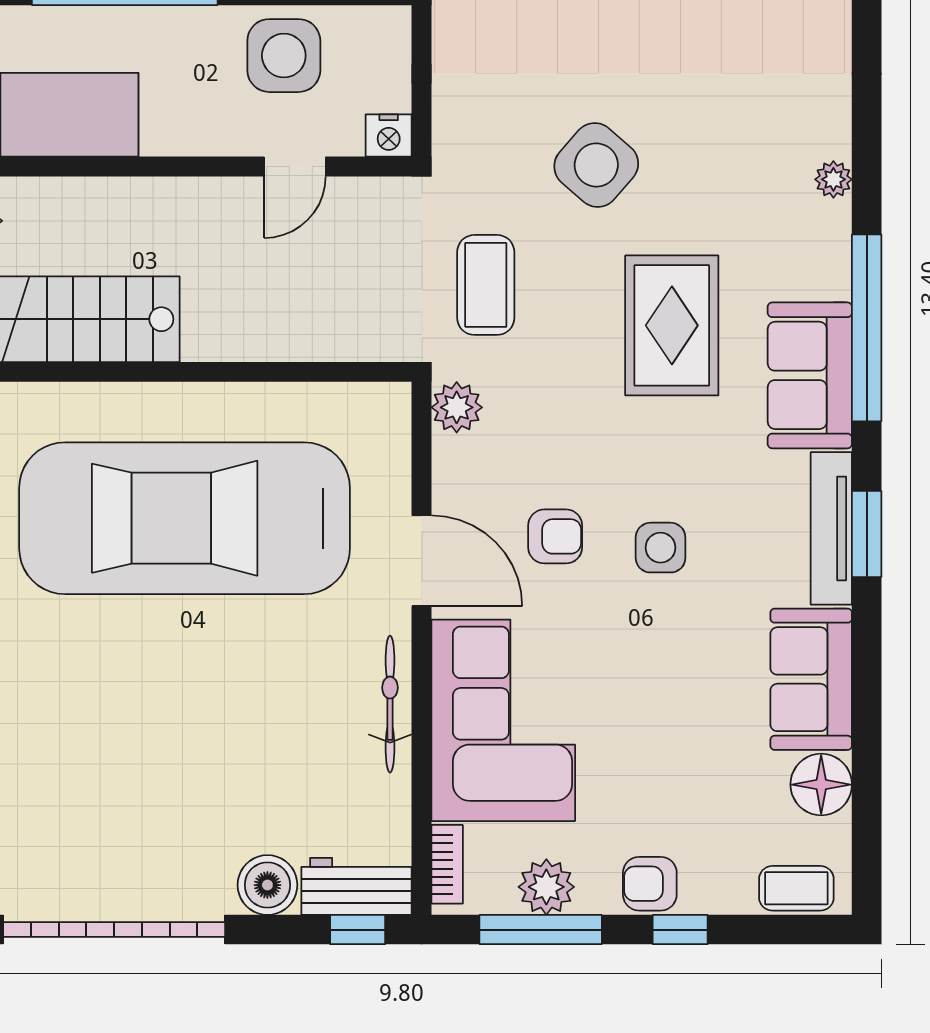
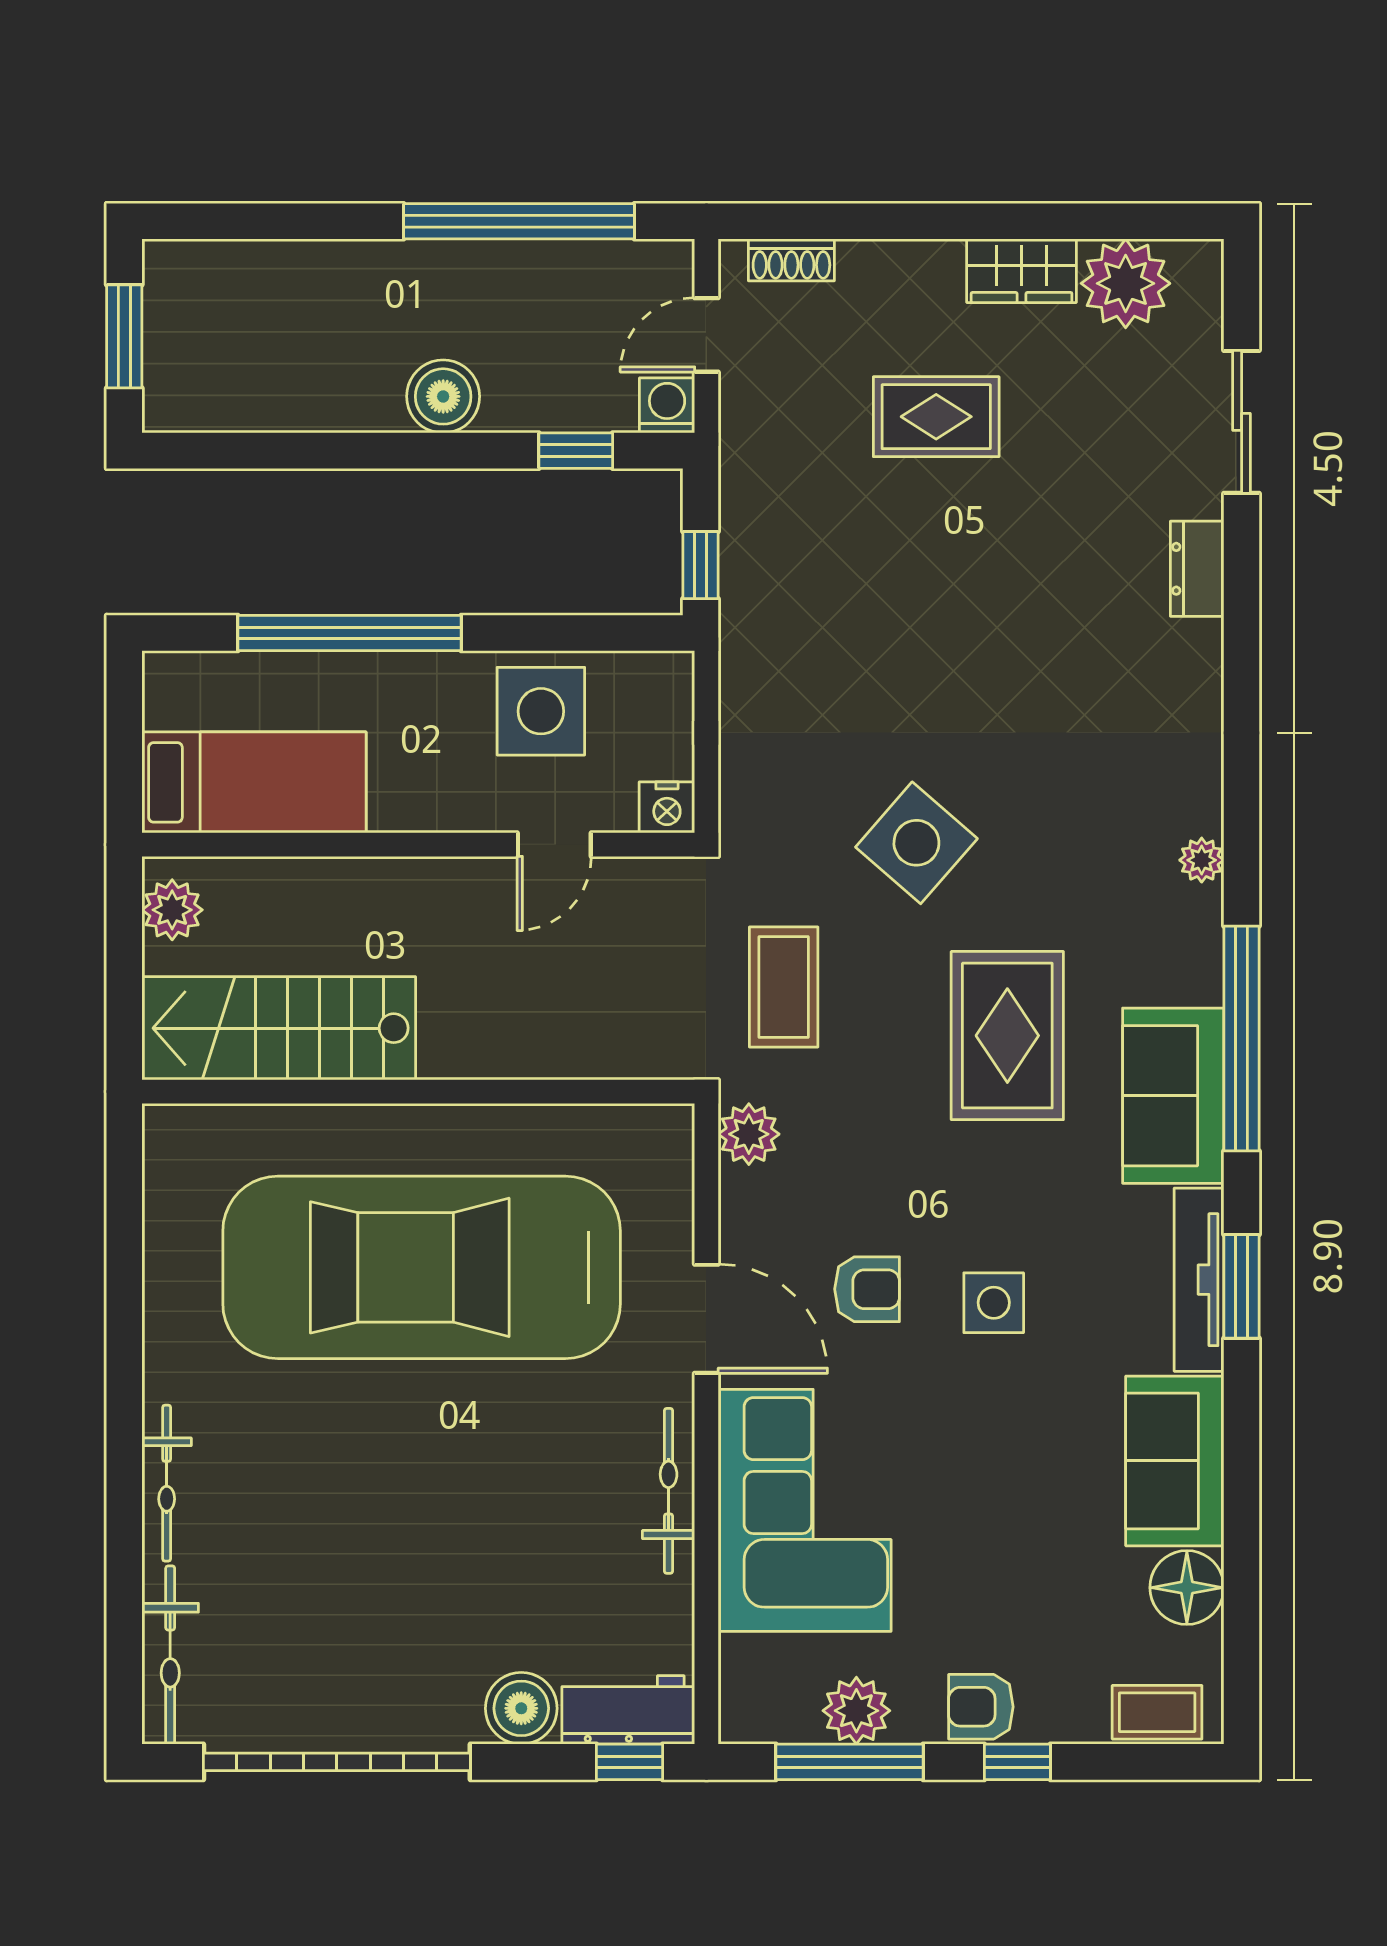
bookcase: (447, 864) -> (737, 1683), removed

